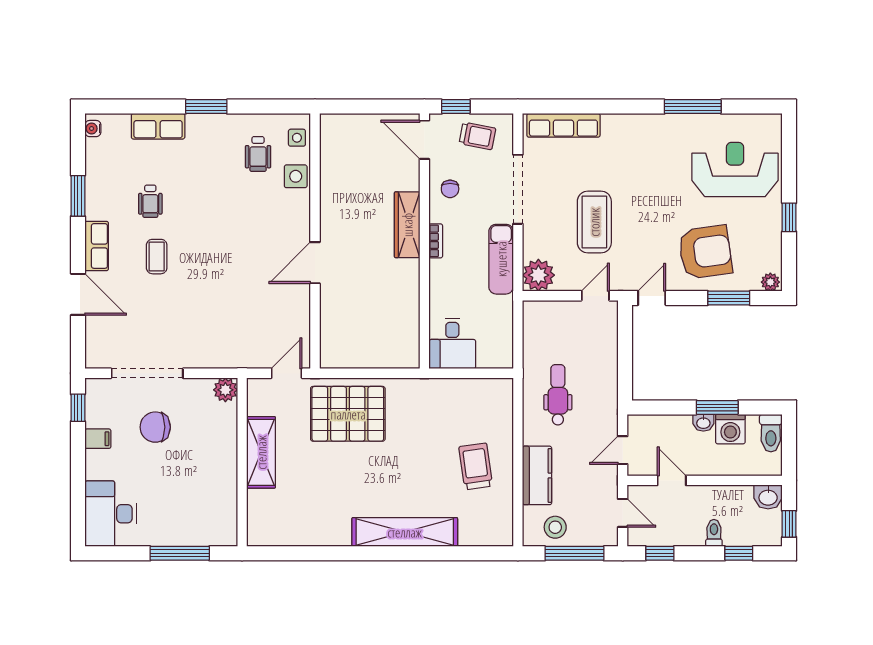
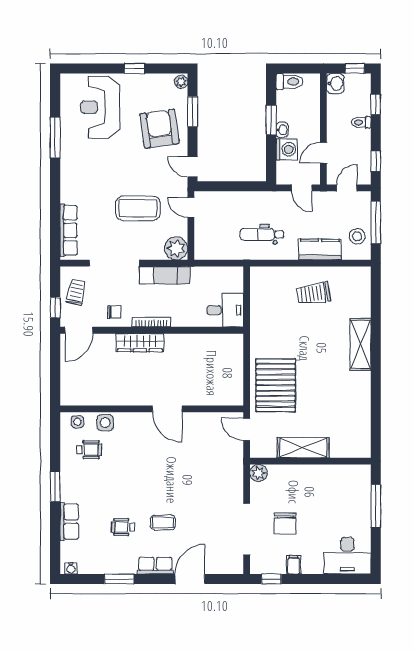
wheelchair: (150, 201) -> (123, 527), turned 180
bookcase: (436, 241) -> (152, 322), width x1.56
washing machine: (730, 429) -> (287, 149), moved
shelving: (405, 532) -> (361, 344), width x0.68

